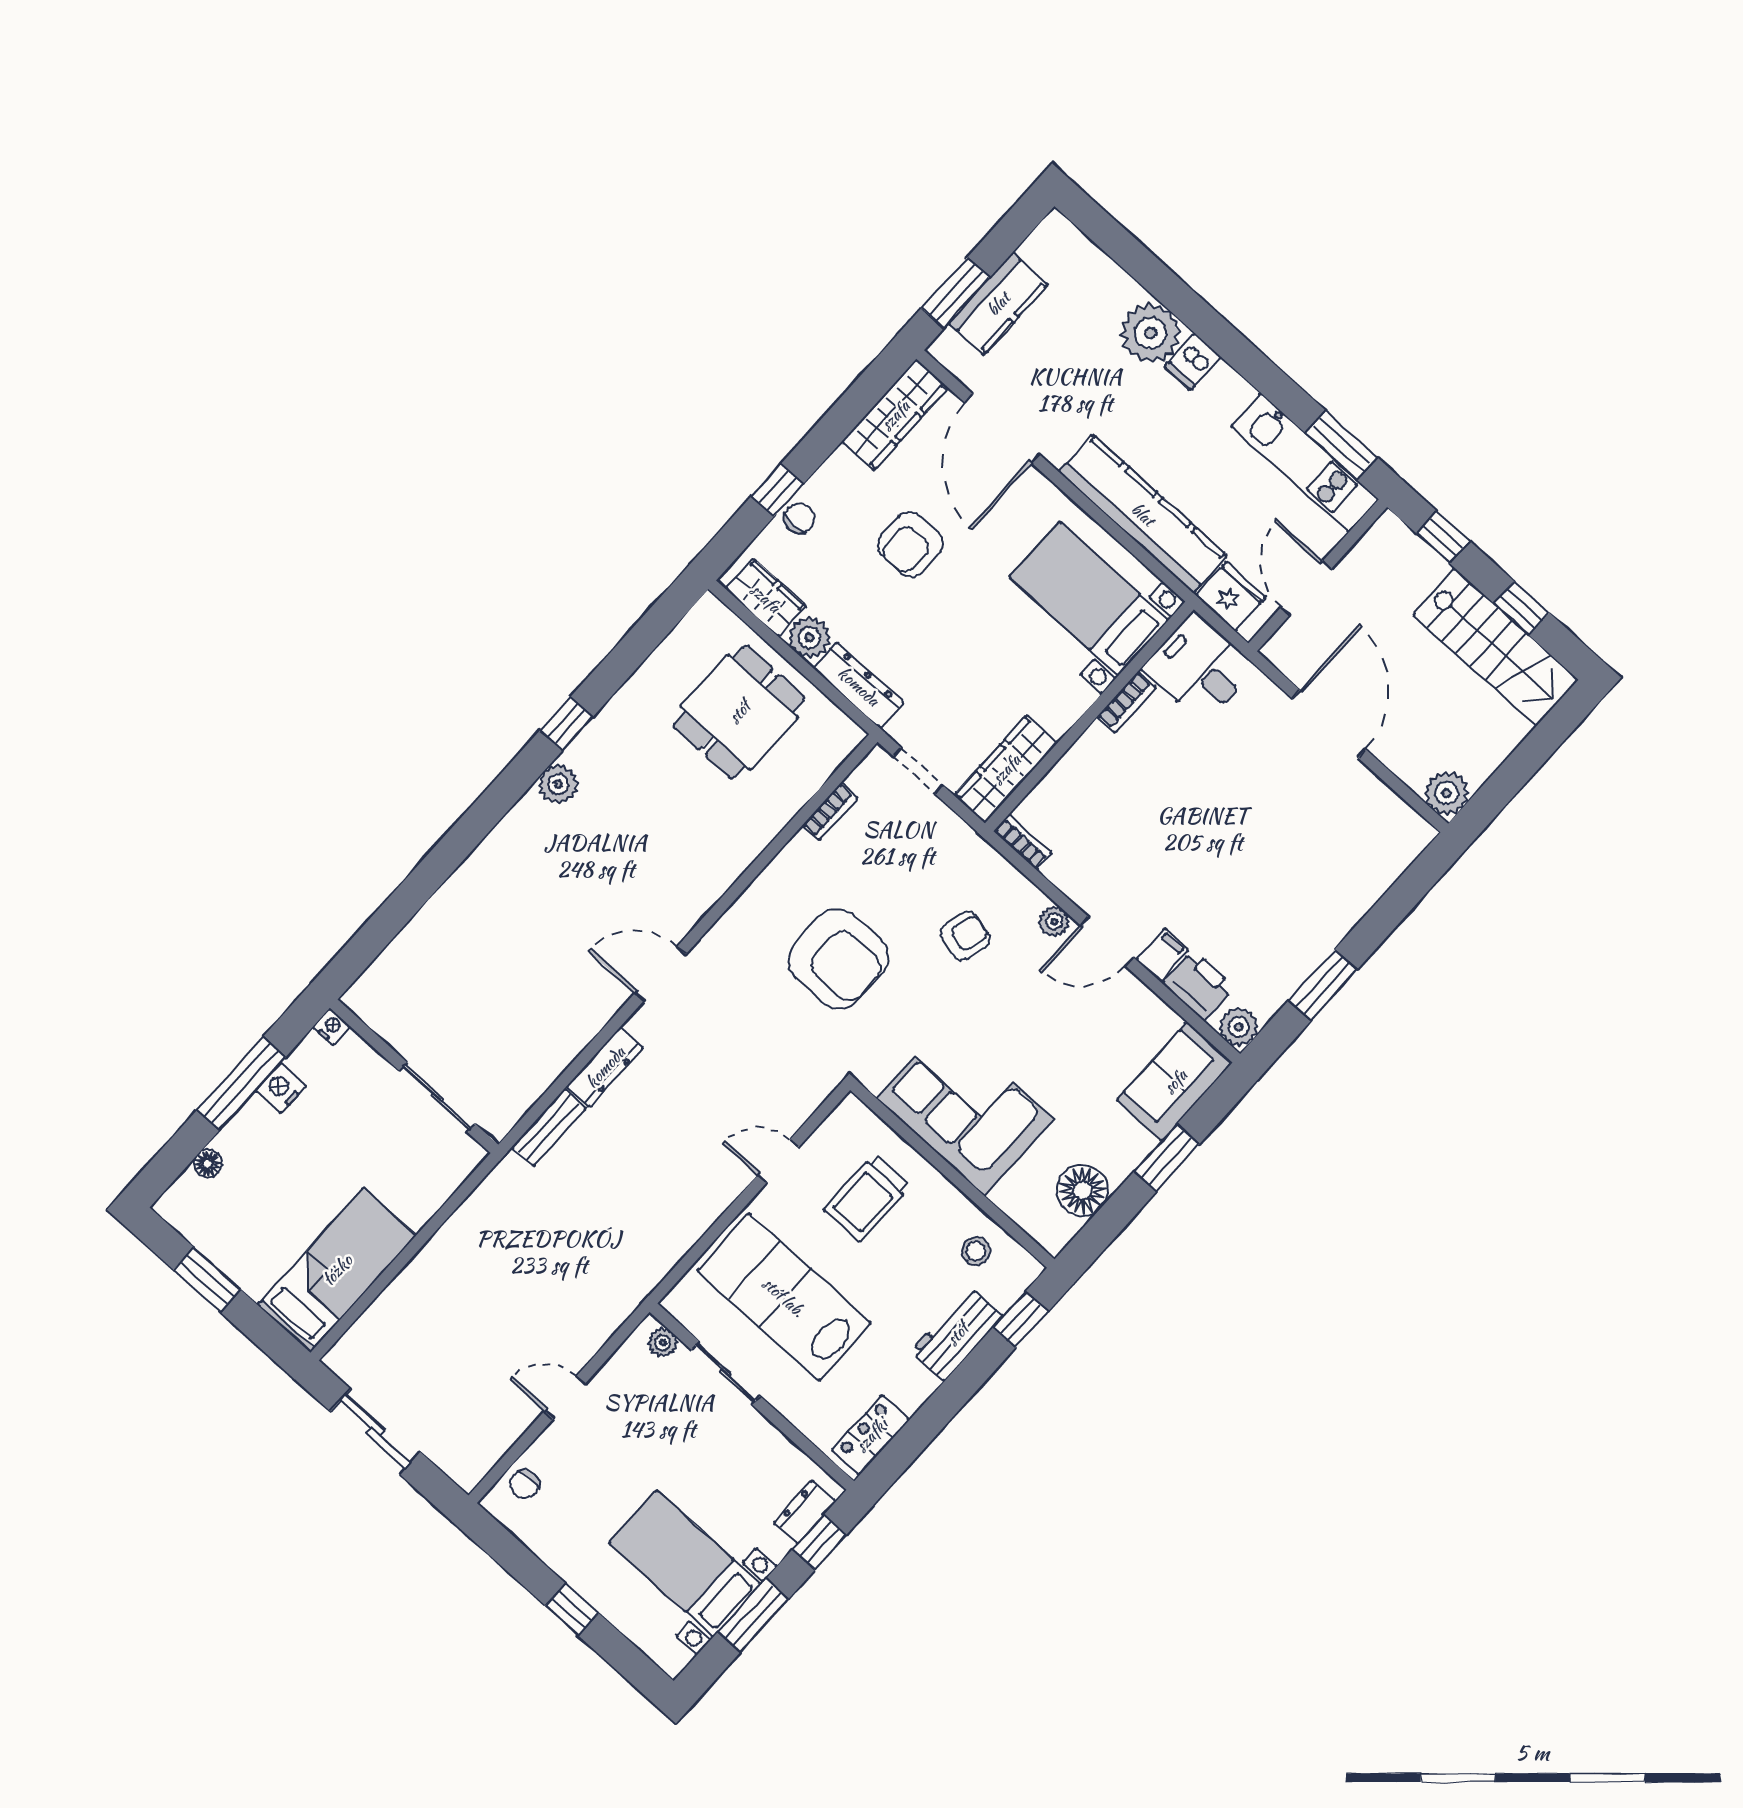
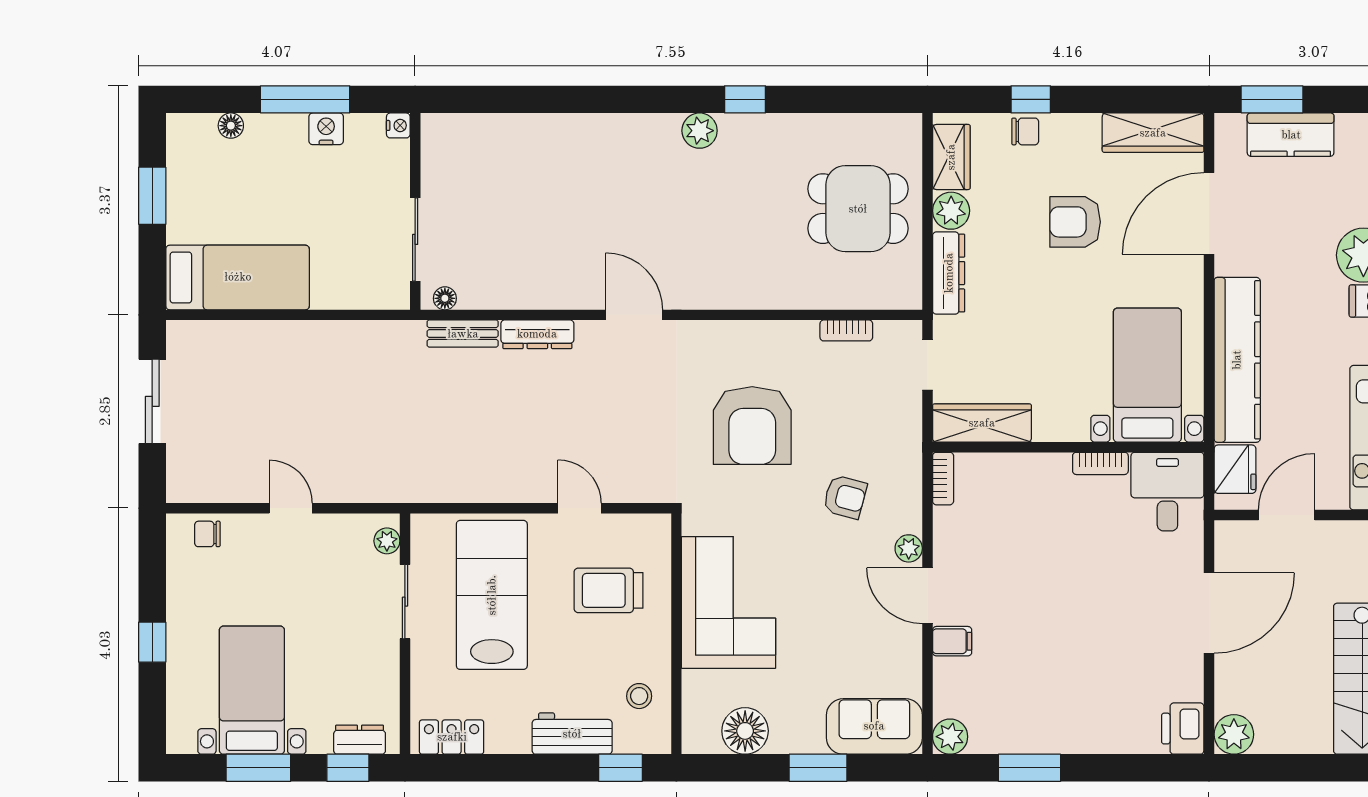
printer: (1199, 985) -> (1183, 729), moved, turned 180
floor lamp: (507, 1116) -> (445, 298), added

